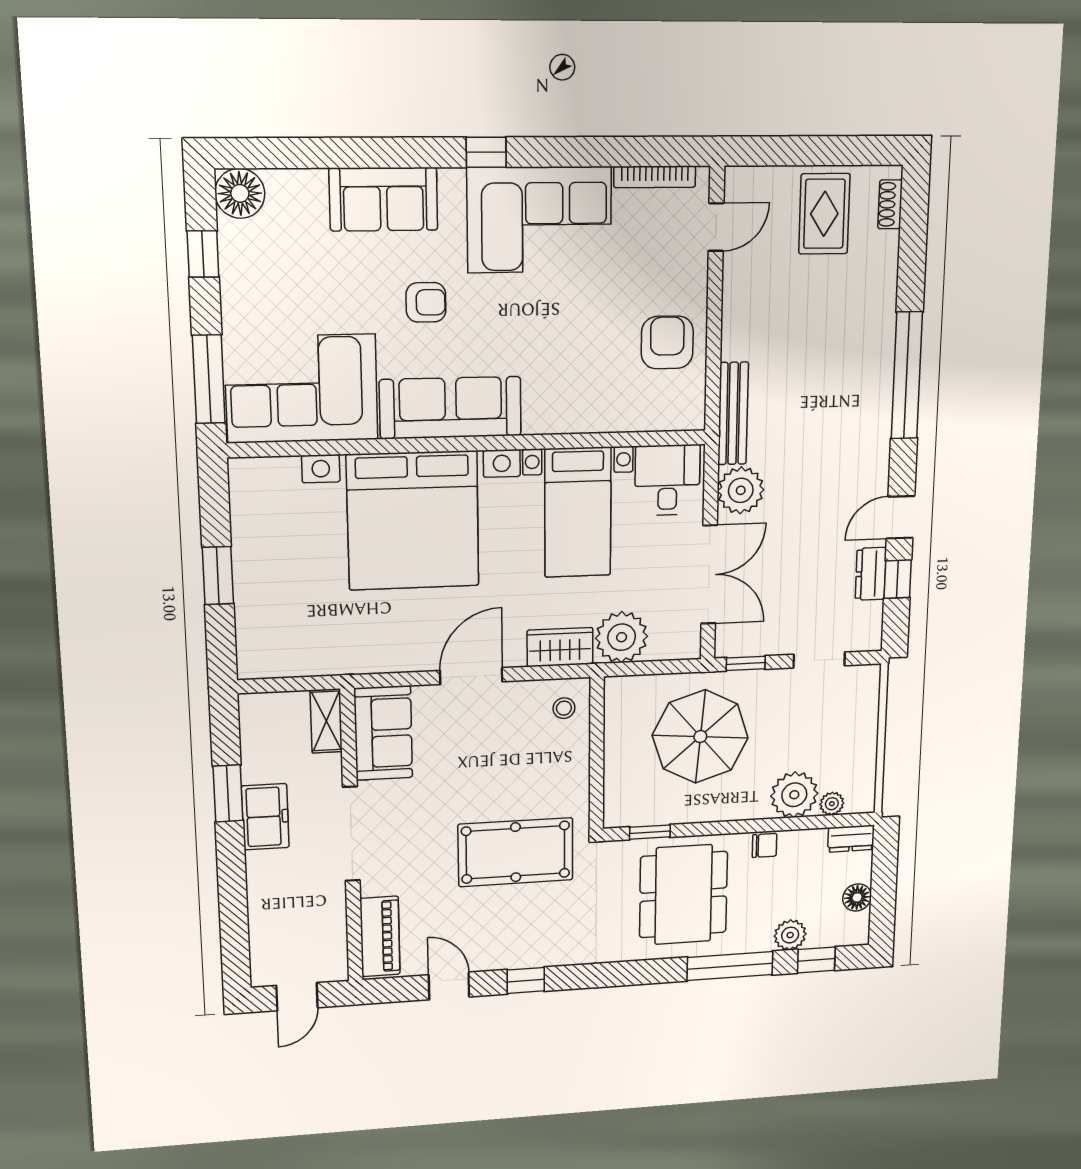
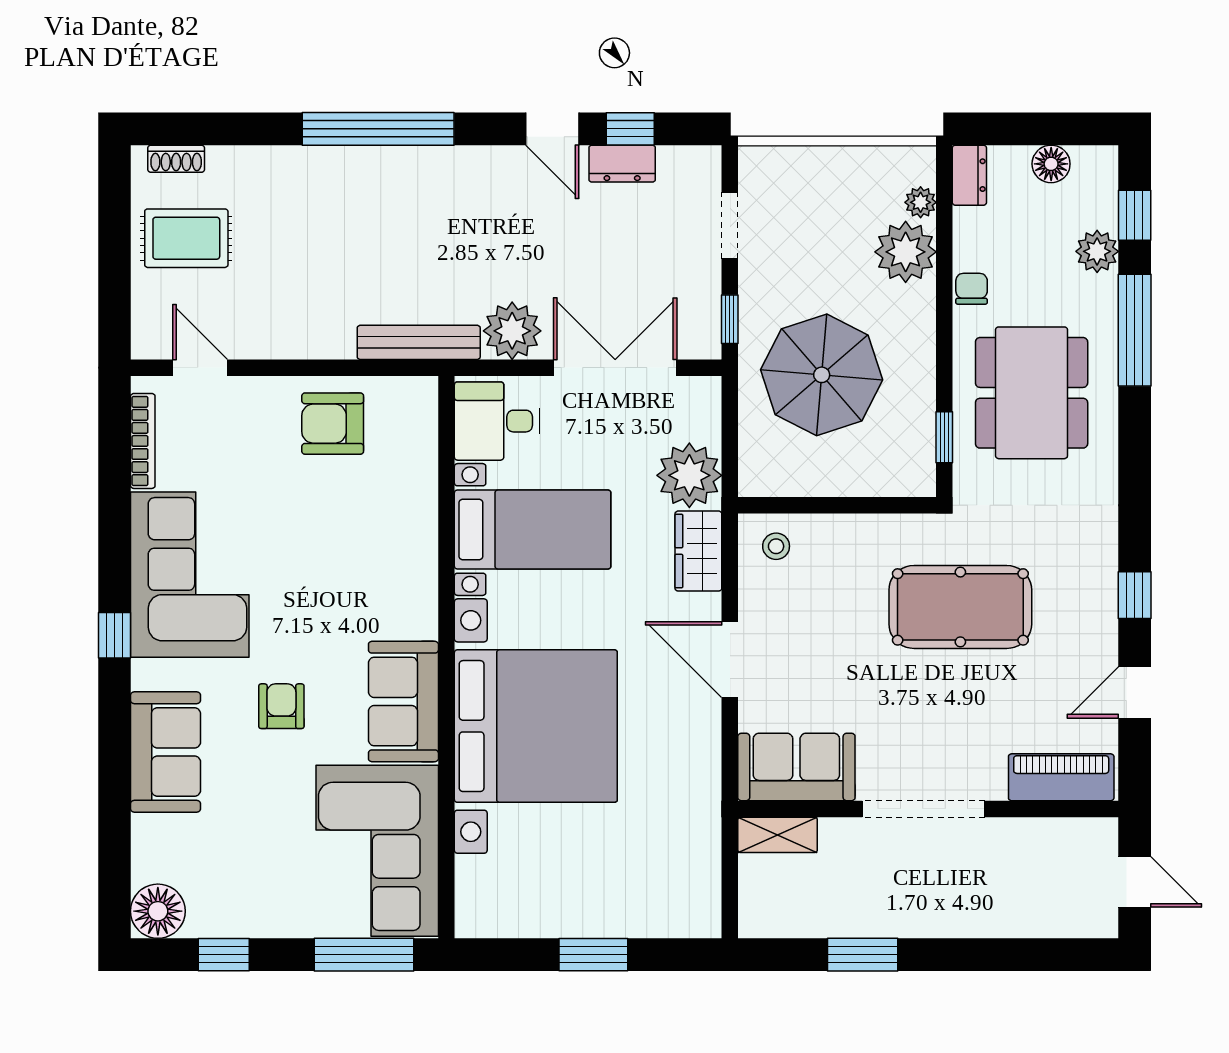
sofa: (451, 408) -> (403, 702), width x0.73
freezer: (265, 817) -> (895, 912), removed
pool table: (516, 852) -> (960, 607), turned 90
dining table: (683, 895) -> (1032, 393), turned 90

